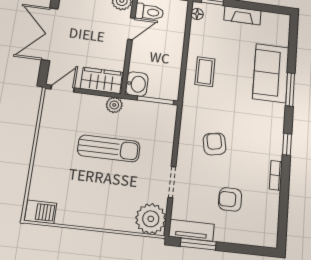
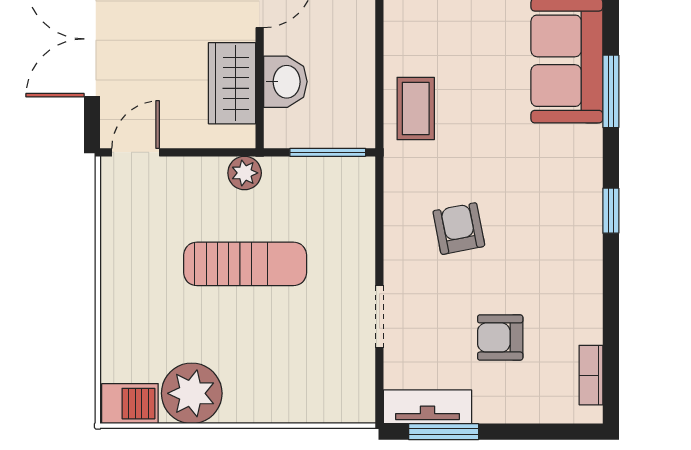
coffee table: (205, 72) -> (416, 109), moved
wardrobe: (101, 80) -> (232, 83), moved, turned -90
washbasin: (137, 84) -> (285, 82), moved
bookcase: (276, 175) -> (591, 375), moved
plant: (151, 219) -> (192, 393), moved

